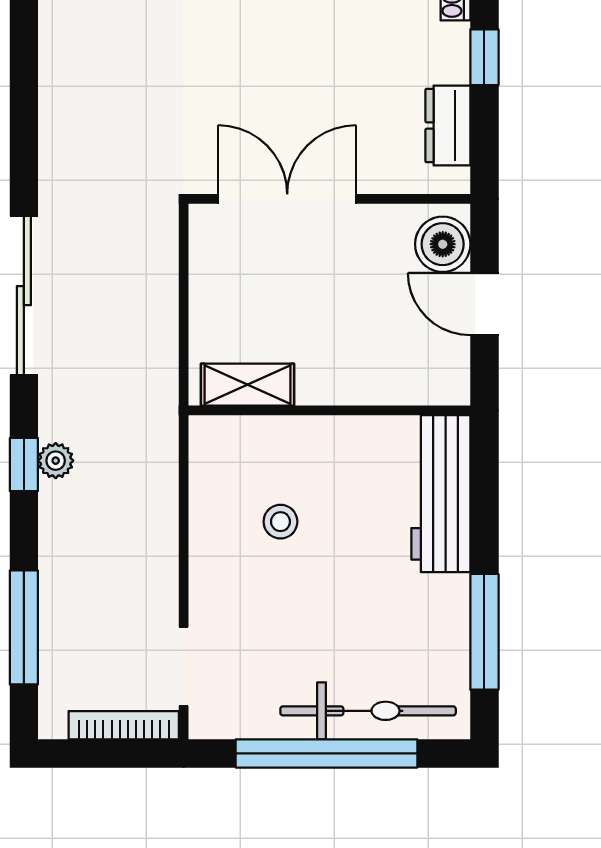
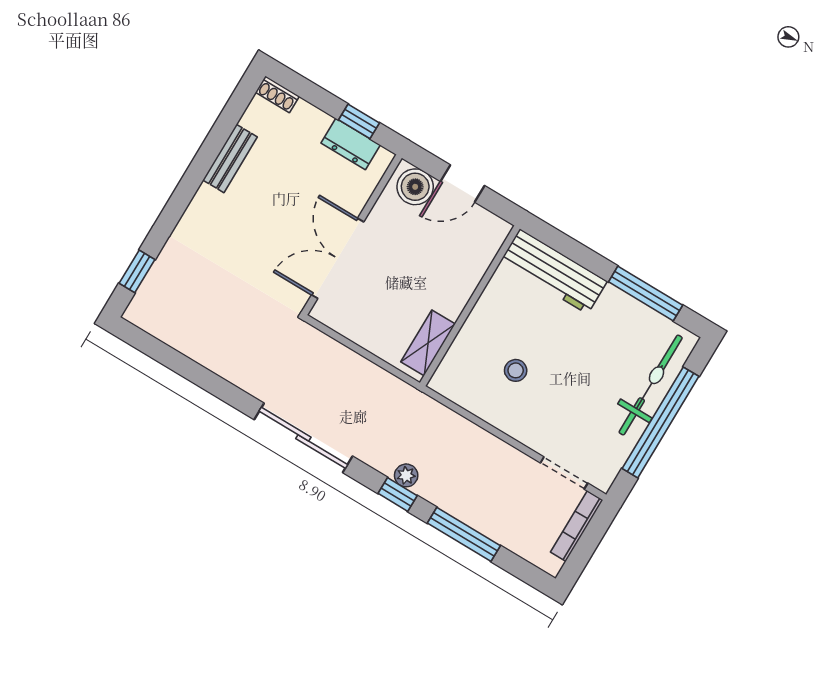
window: (484, 57) -> (359, 121), moved
window: (24, 627) -> (464, 534), moved

